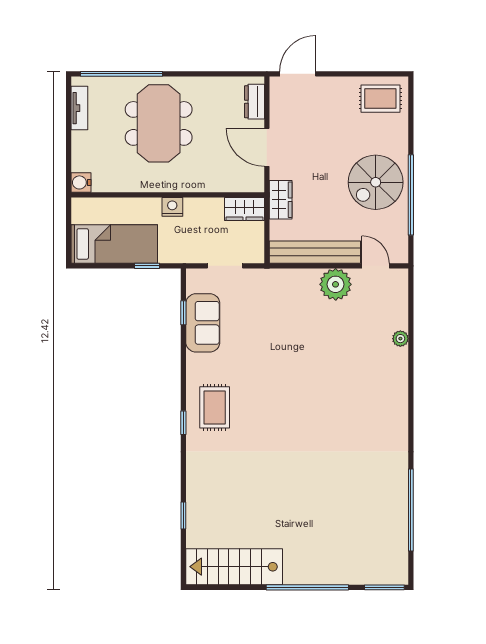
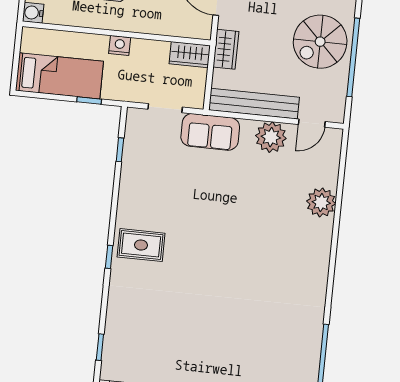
door: (376, 266) -> (312, 123), swing flipped
sofa: (203, 323) -> (210, 132), moved, turned 90
plant: (400, 339) -> (321, 202), width x1.87, depth x1.87
rug: (215, 407) -> (141, 245), turned 90

